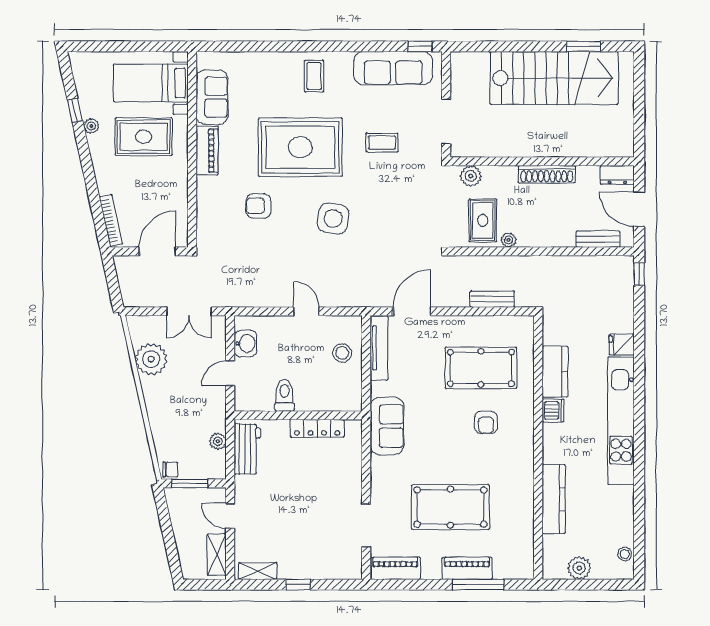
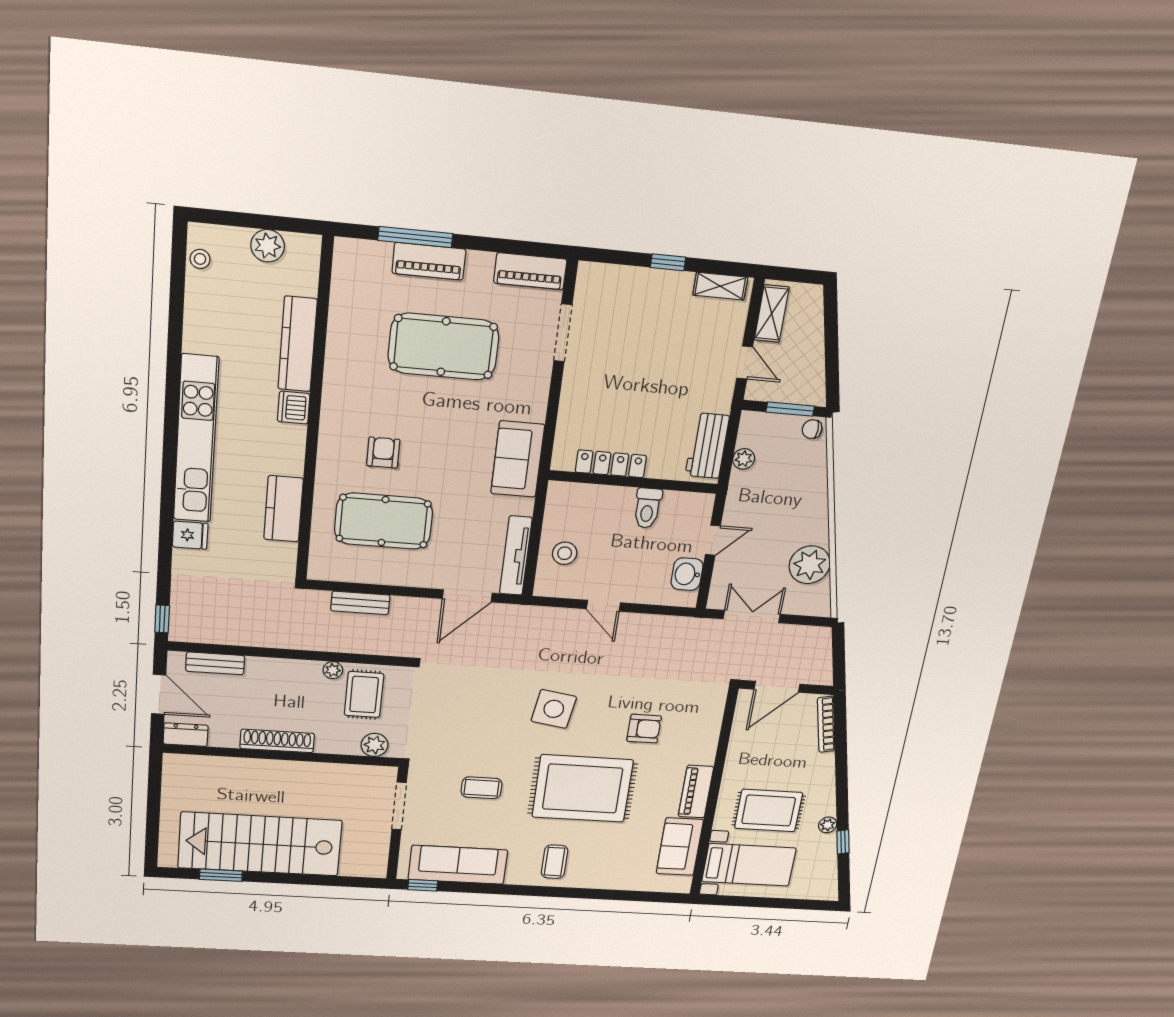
dishwasher: (553, 410) -> (294, 408), moved

